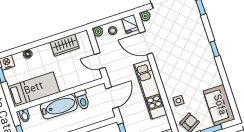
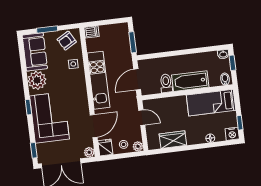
door: (146, 43) -> (94, 126), hinge flipped
corner sofa: (192, 43) -> (49, 118), added
plant: (211, 77) -> (37, 80), added

